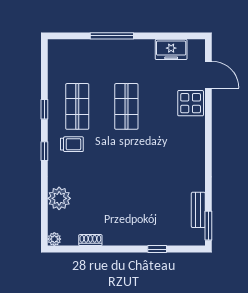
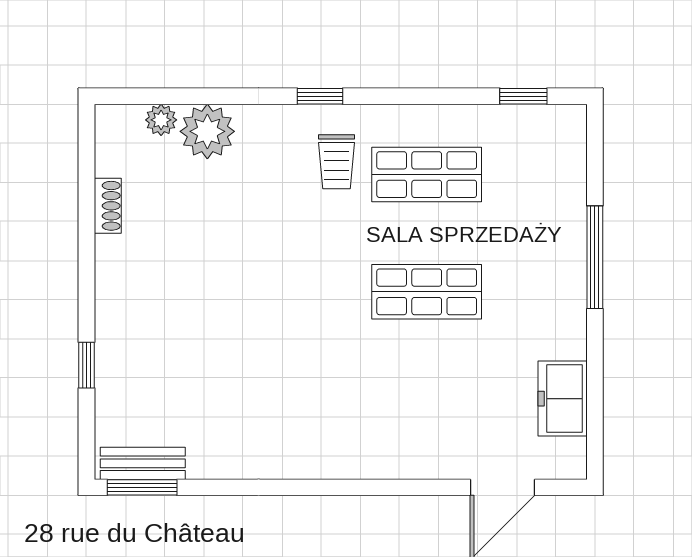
display table: (191, 103) -> (434, 445), removed
window: (44, 109) -> (523, 96), moved
bench: (198, 210) -> (143, 463), moved
plant: (54, 239) -> (161, 120), moved

